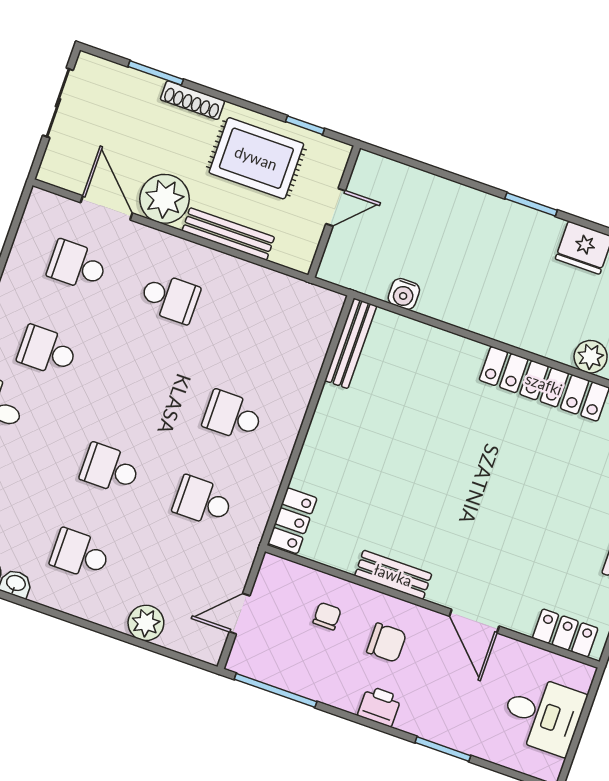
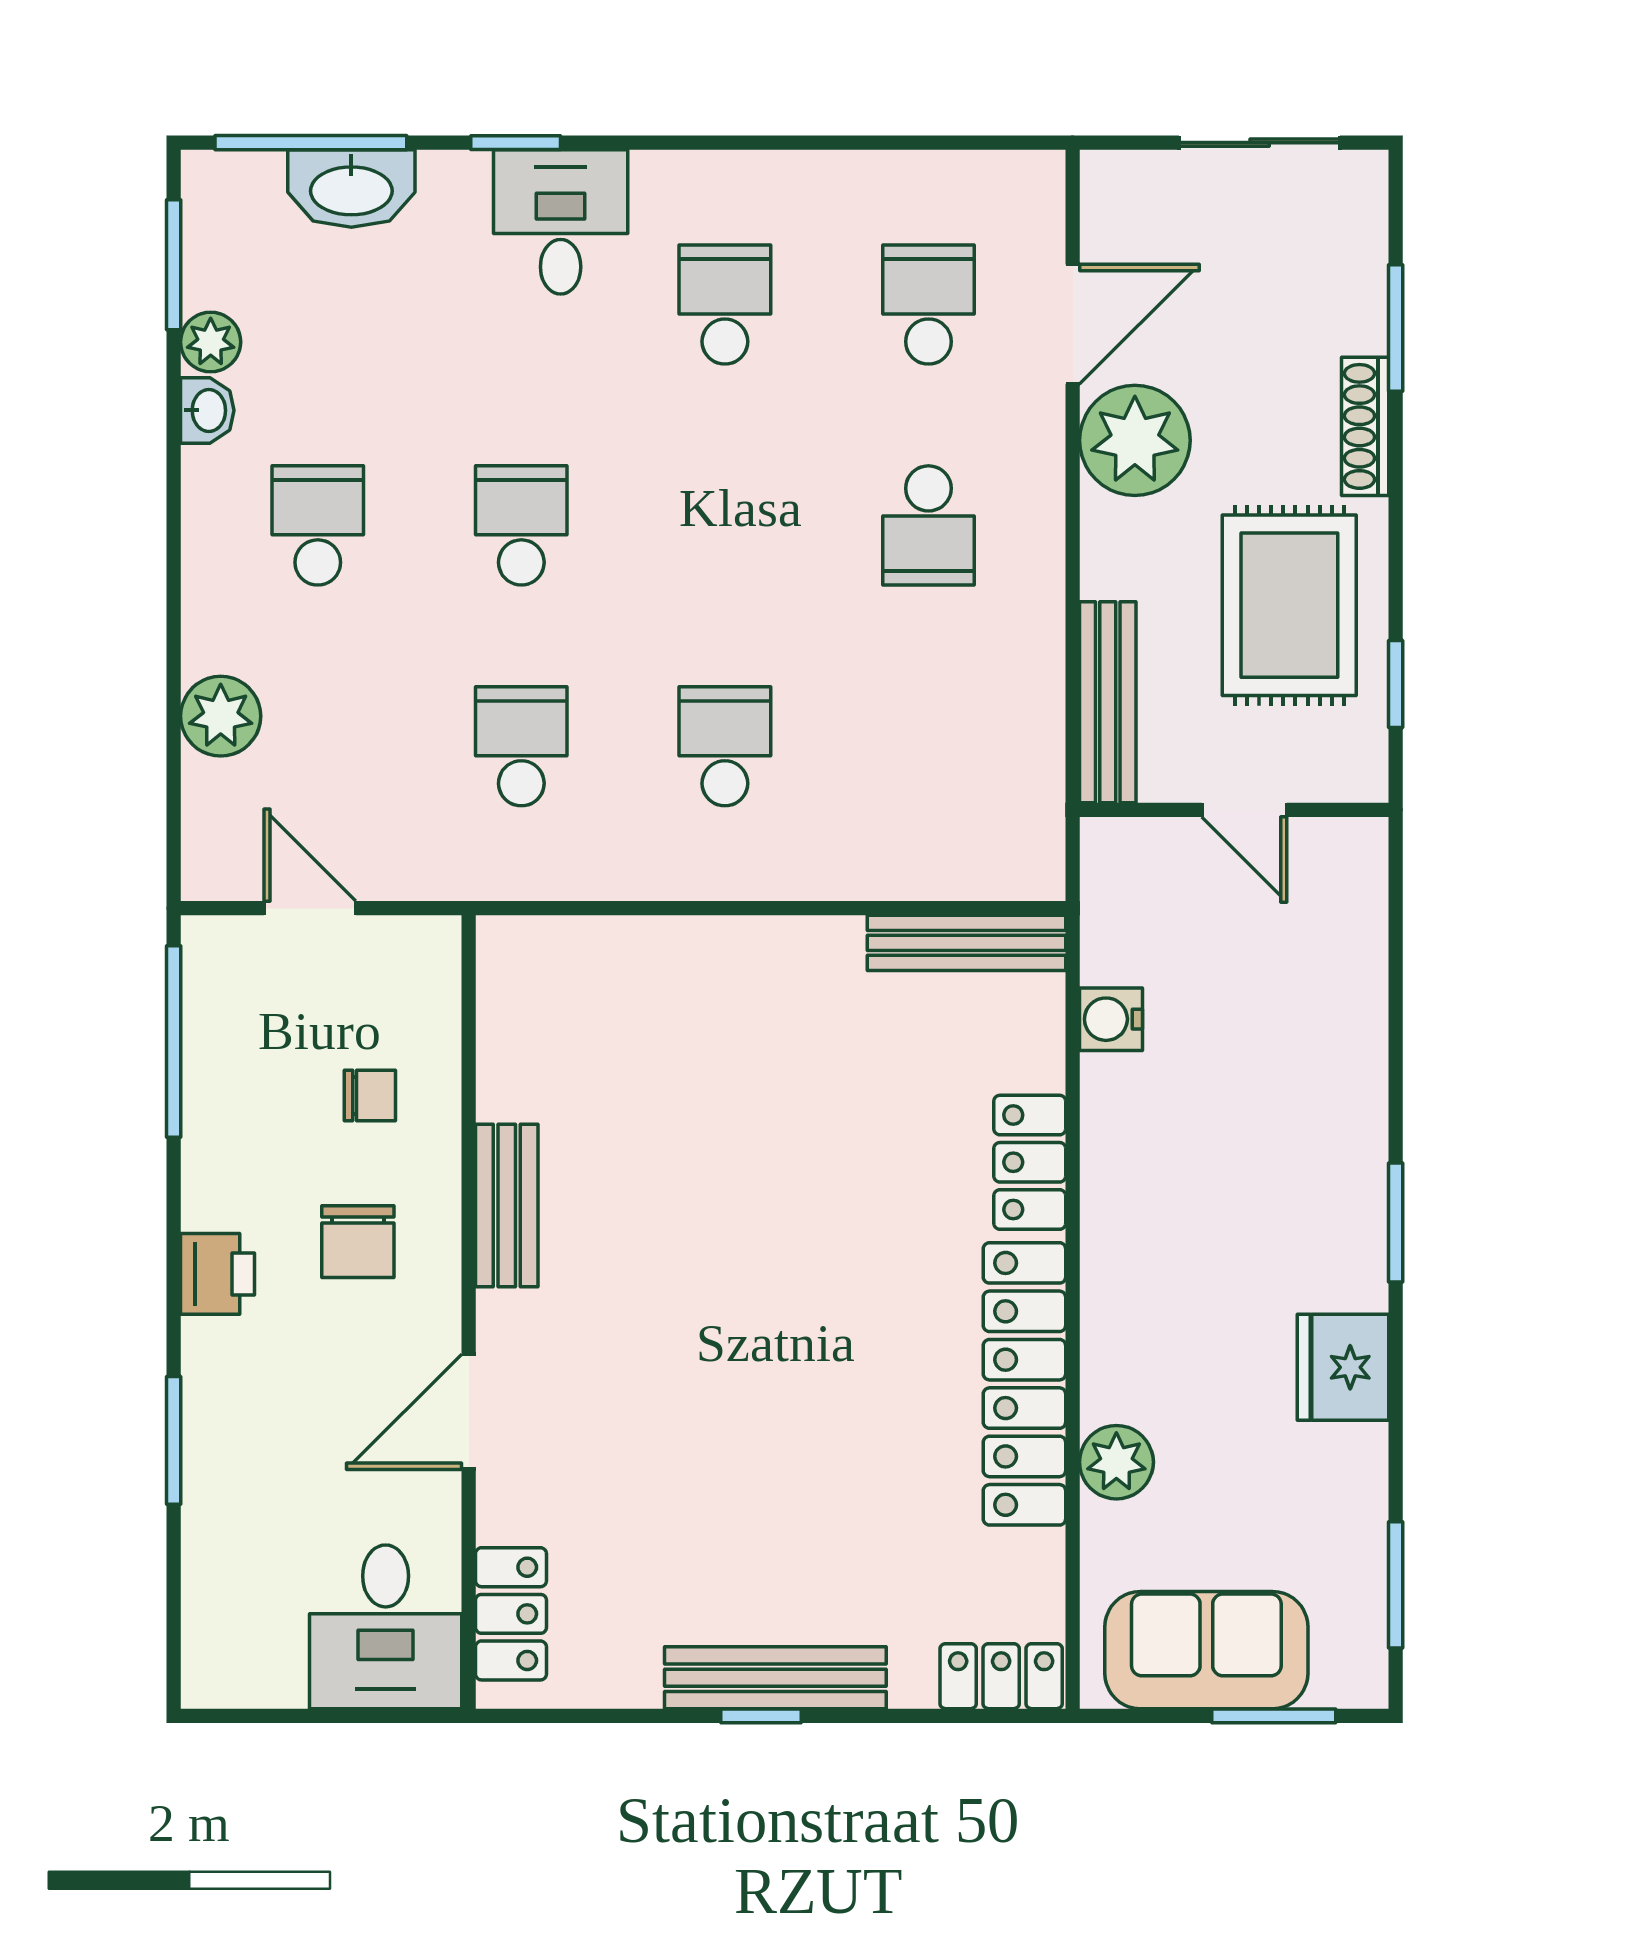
bench: (228, 234) -> (1108, 702), moved
locker: (292, 521) -> (1030, 1162), moved, turned 90
desk: (543, 715) -> (386, 1627), moved

